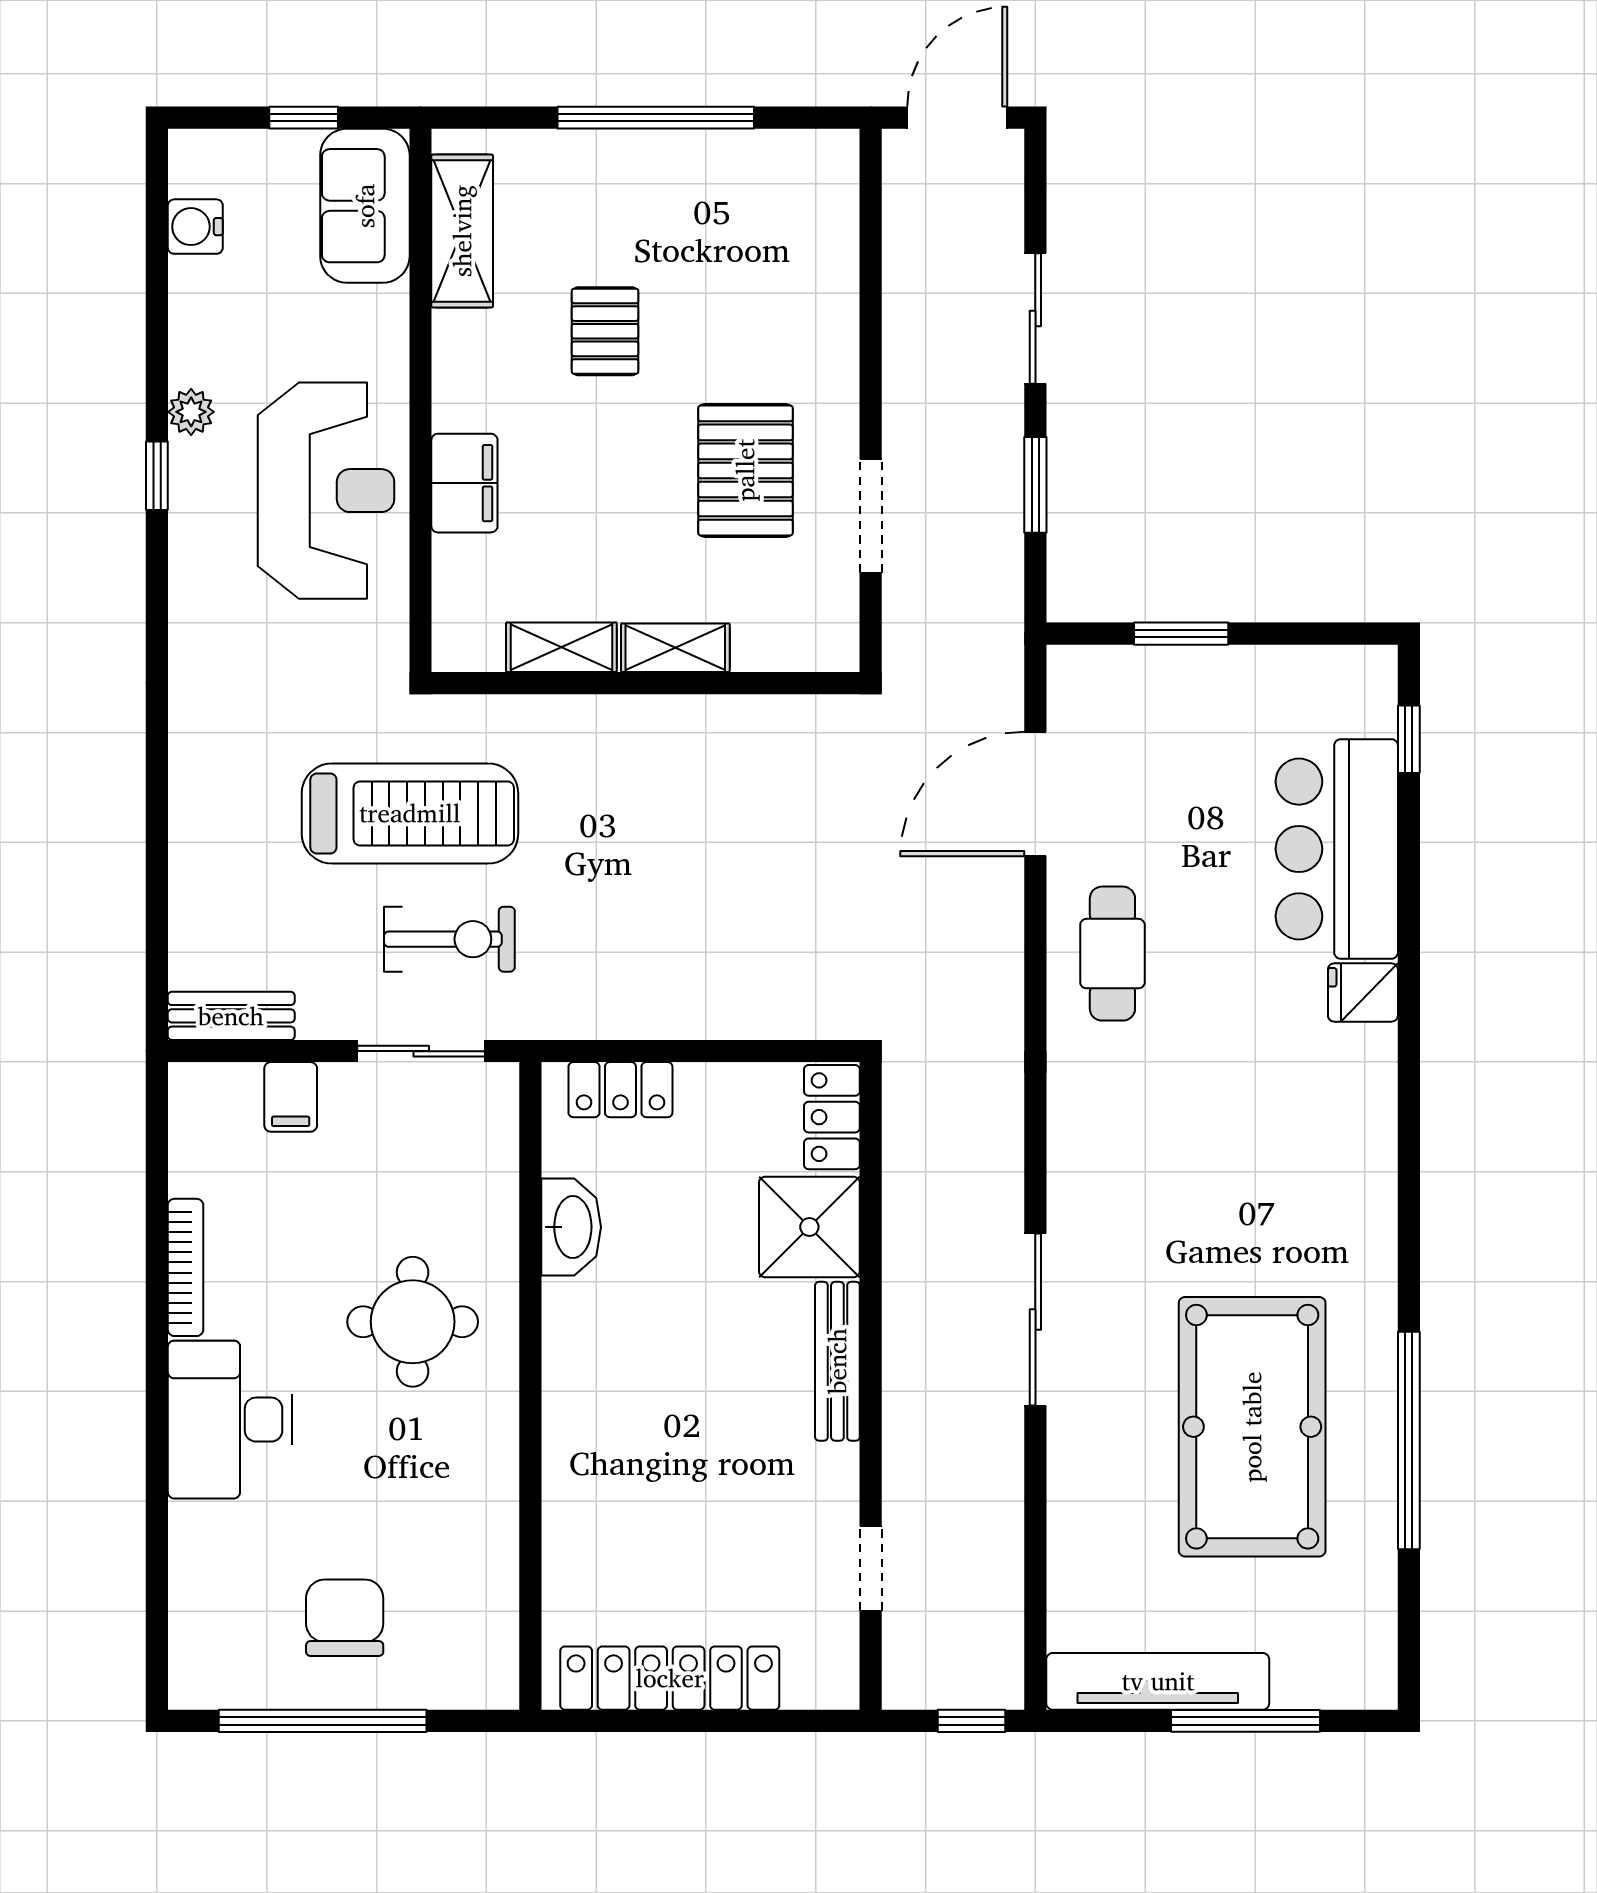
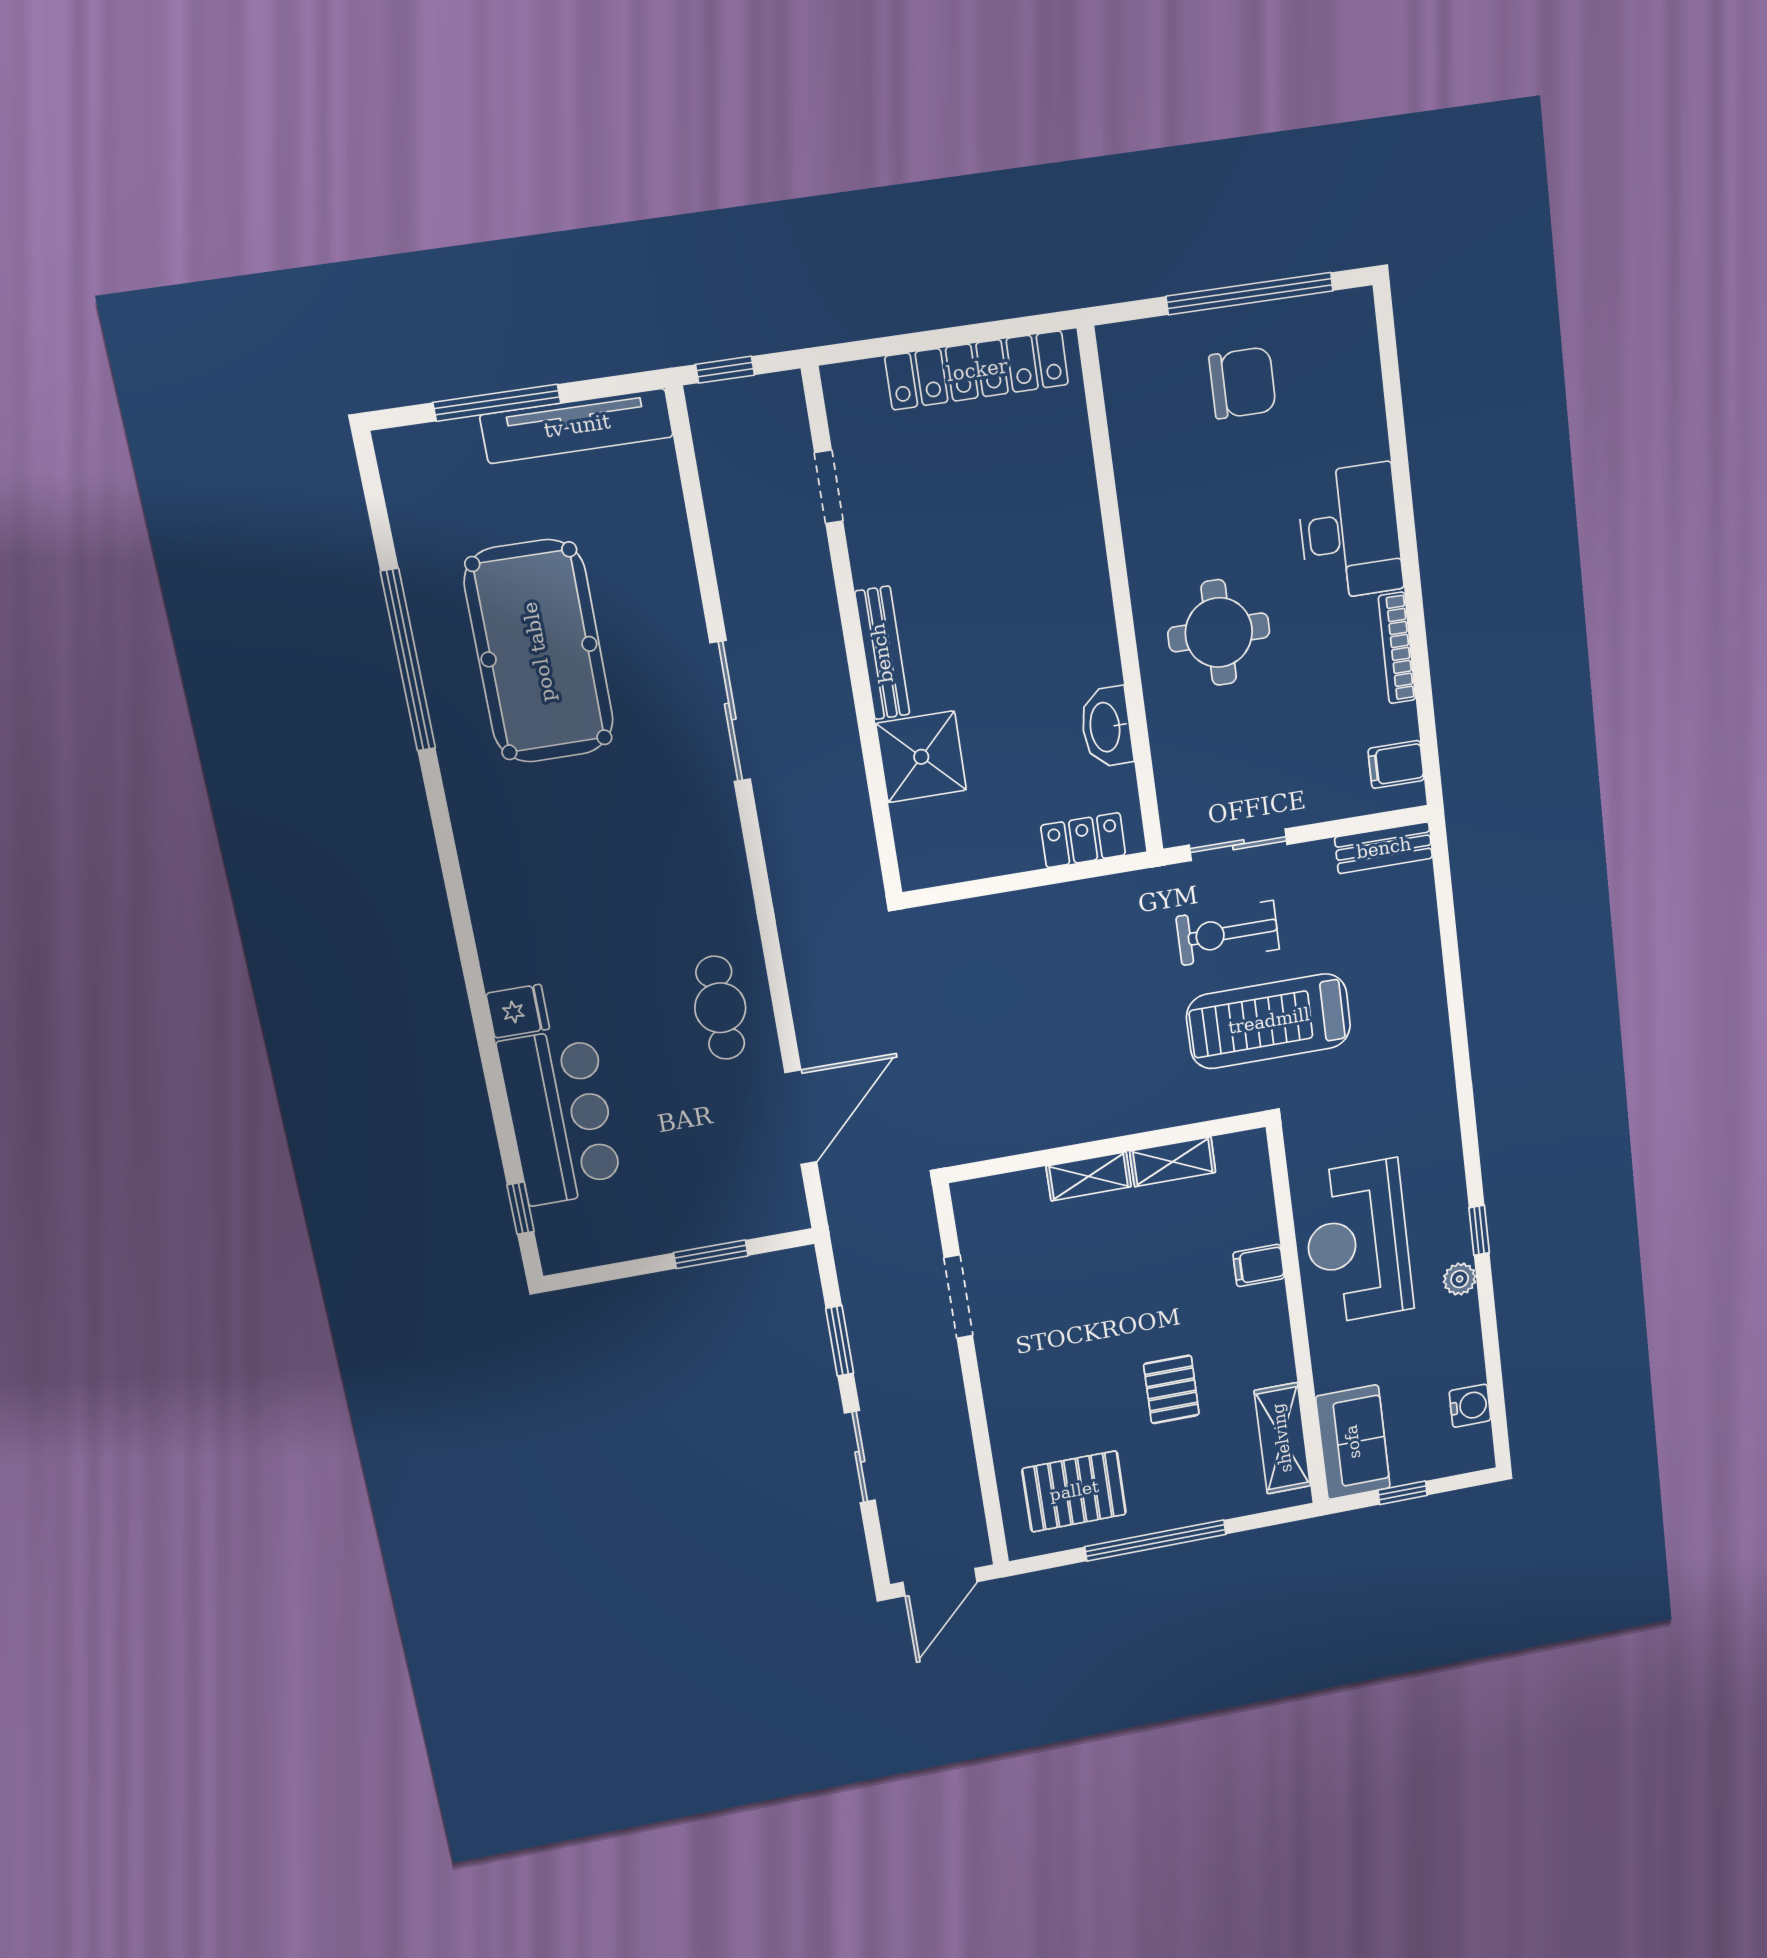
pallet: (745, 470) -> (1074, 1491), moved, turned 90
filing cabinet: (464, 483) -> (1259, 1265), width x0.50
filing cabinet: (291, 1097) -> (1396, 764), moved, turned -90
locker: (832, 1117) -> (917, 846), removed
chair: (345, 1618) -> (1242, 383), turned -90

